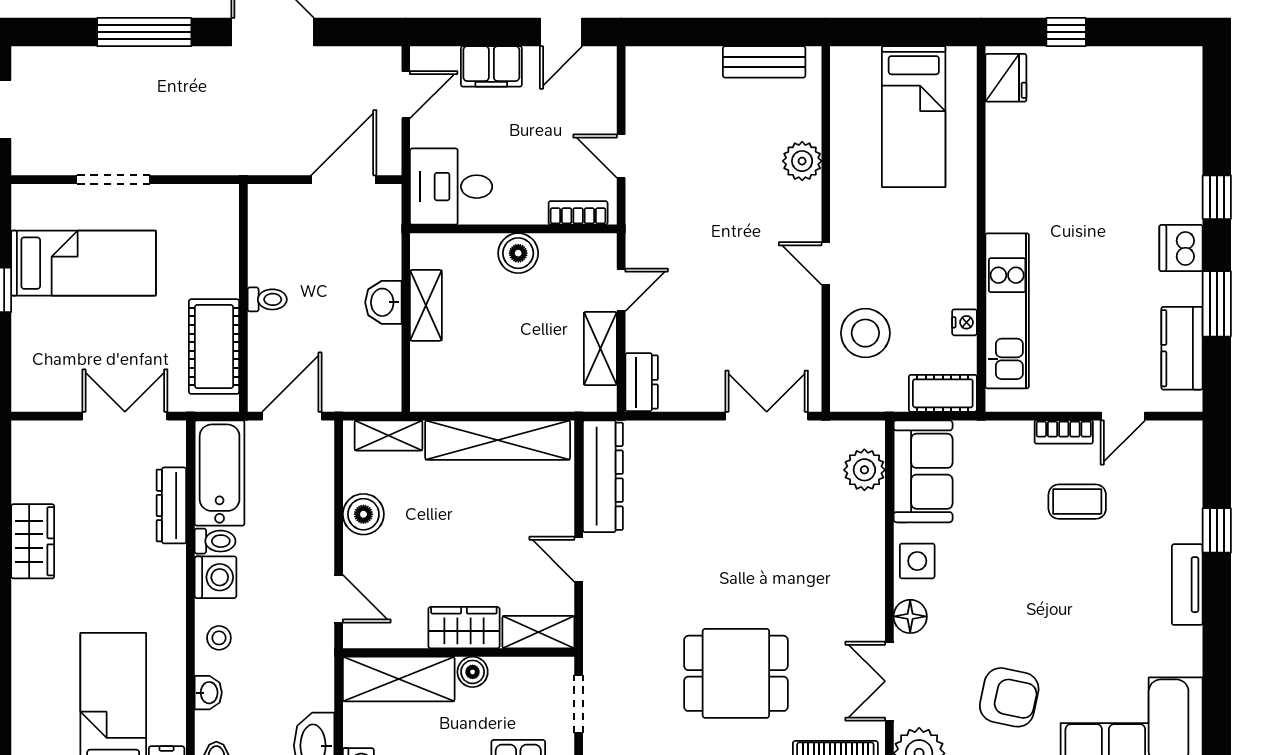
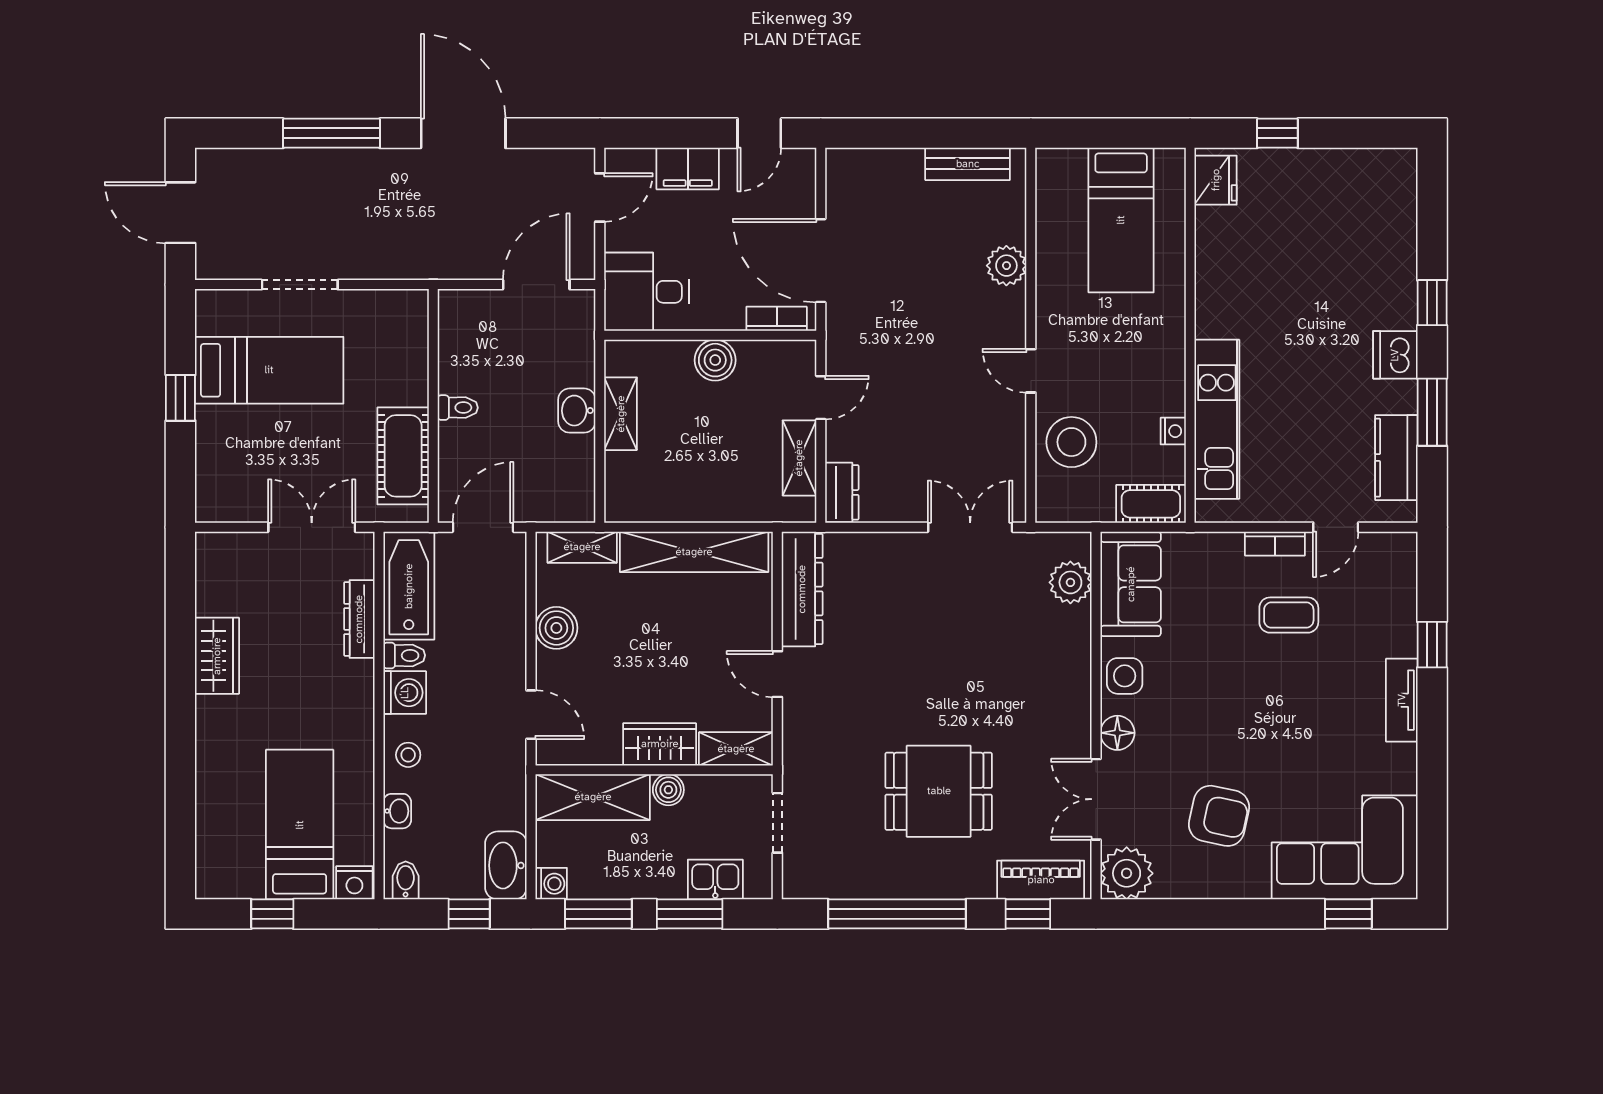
door: (621, 156) -> (821, 261), width x1.87

